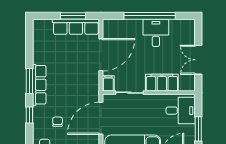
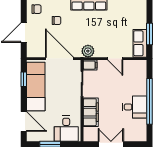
row of seats: (76, 27) -> (140, 43), width x0.68
door: (101, 55) -> (115, 59), width x0.53
plant: (92, 86) -> (88, 51), added

